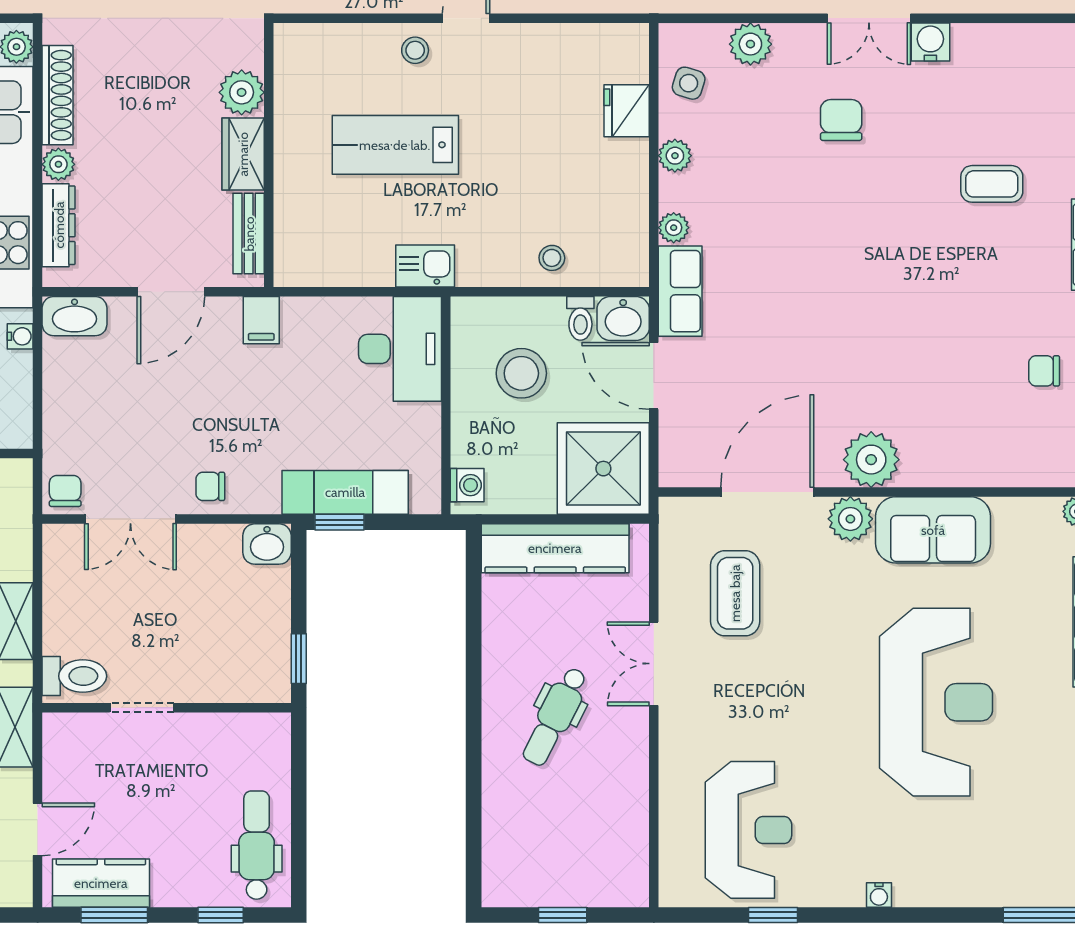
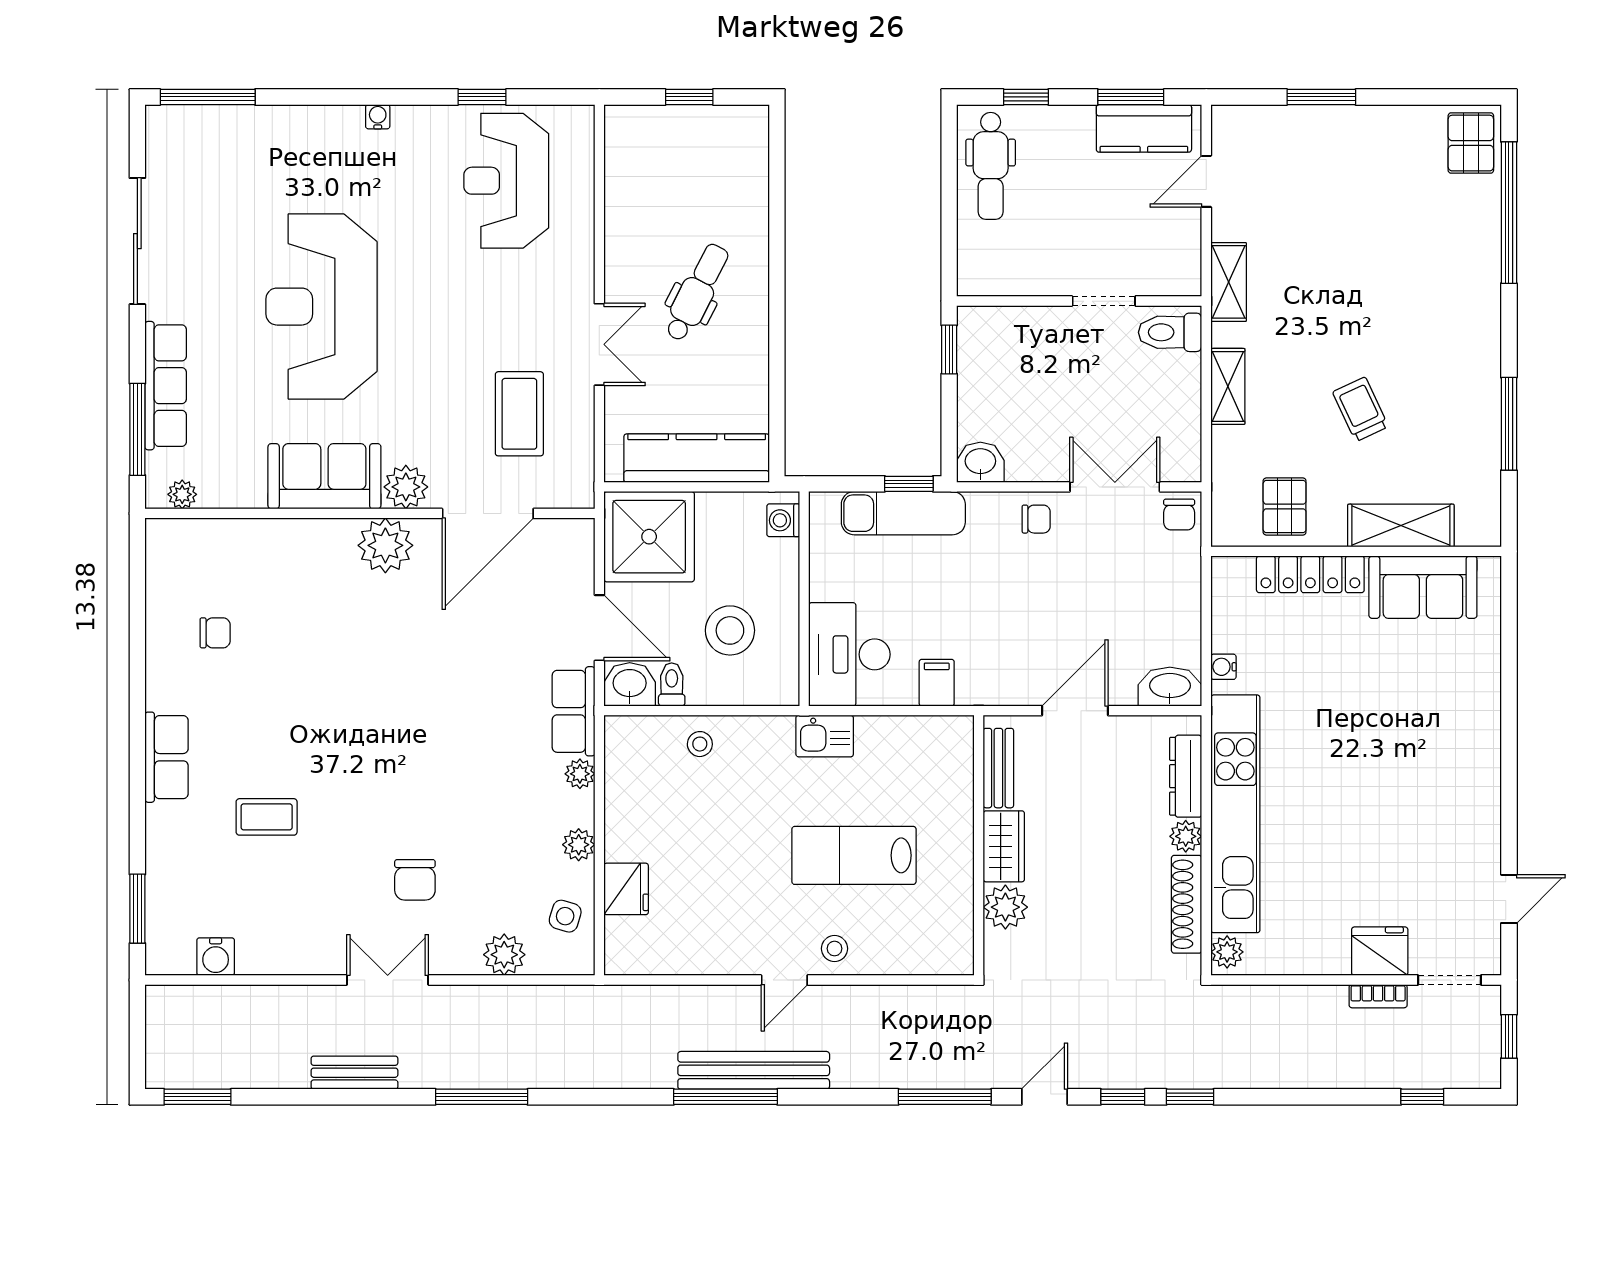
water cooler: (930, 42) -> (216, 957), moved
lab bench: (395, 145) -> (854, 855), turned 180
filing cabinet: (261, 320) -> (937, 683), moved

